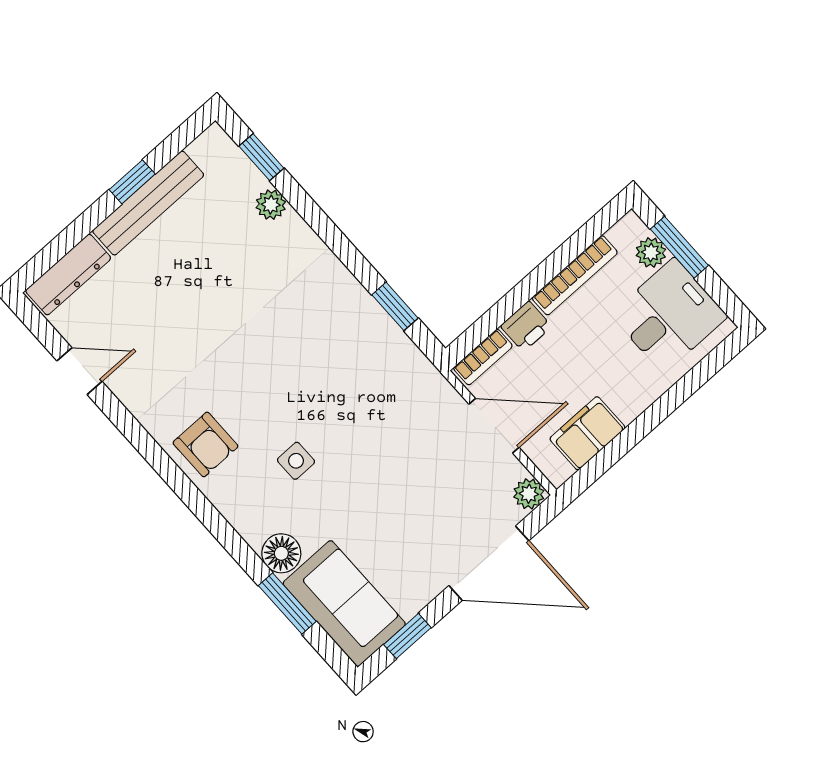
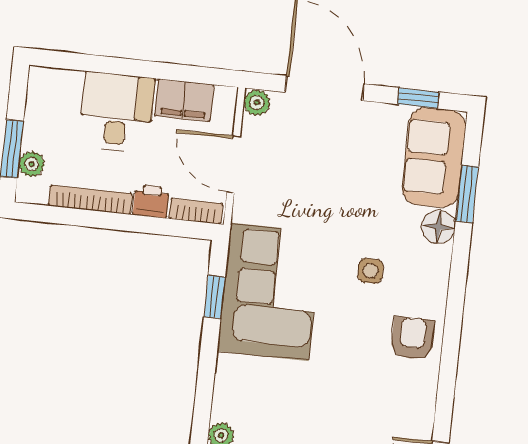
desk: (669, 316) -> (117, 112), moved, turned 90
corner sofa: (356, 358) -> (270, 292), added

